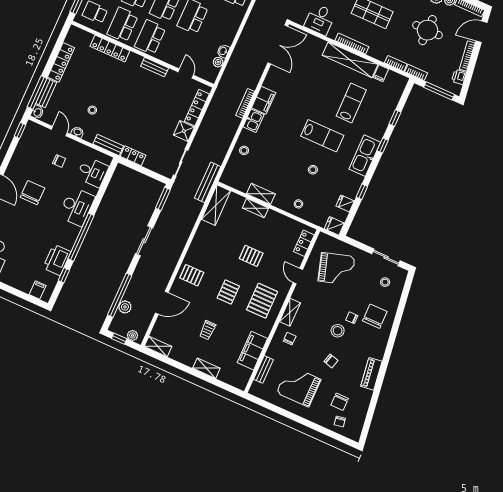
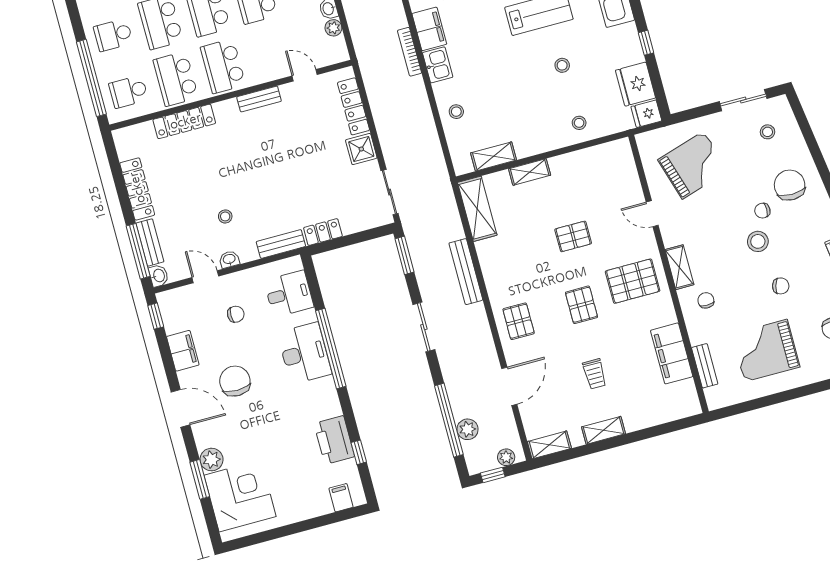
filing cabinet: (19, 158) -> (183, 351), added
bench: (208, 182) -> (466, 272), moved
shelving: (261, 194) -> (494, 156), moved
fridge: (345, 204) -> (635, 84), width x1.88, depth x1.34
window: (81, 237) -> (331, 349), moved
locker: (304, 243) -> (626, 166), removed
pallet: (192, 275) -> (519, 321), turned 90
pallet: (262, 301) -> (633, 281), turned 90
shelving: (206, 368) -> (604, 430), moved

